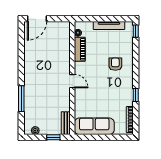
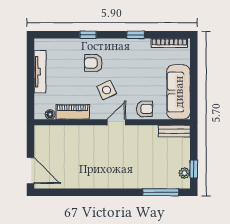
window: (136, 31) -> (88, 35), moved
side table: (96, 74) -> (107, 90), added
window: (21, 99) -> (161, 192), moved
armchair: (82, 101) -> (144, 109), added
window: (53, 137) -> (194, 169), moved

